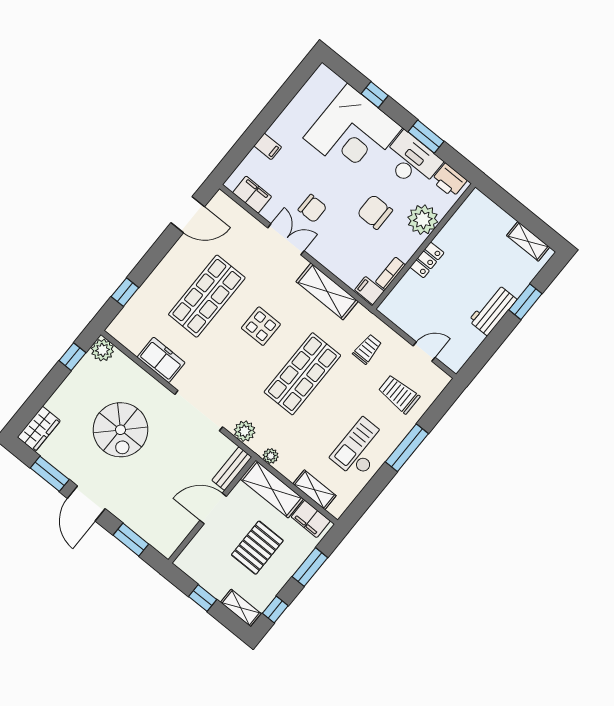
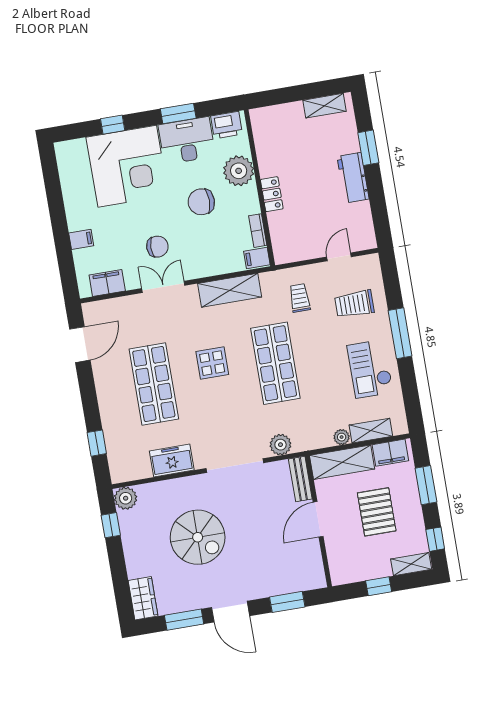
plant: (271, 456) -> (342, 437), moved

